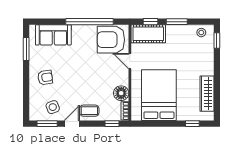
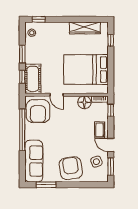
sofa: (53, 35) -> (34, 161), width x1.36
door: (130, 61) -> (57, 95), hinge flipped
armchair: (45, 78) -> (71, 168), width x1.88, depth x1.88

